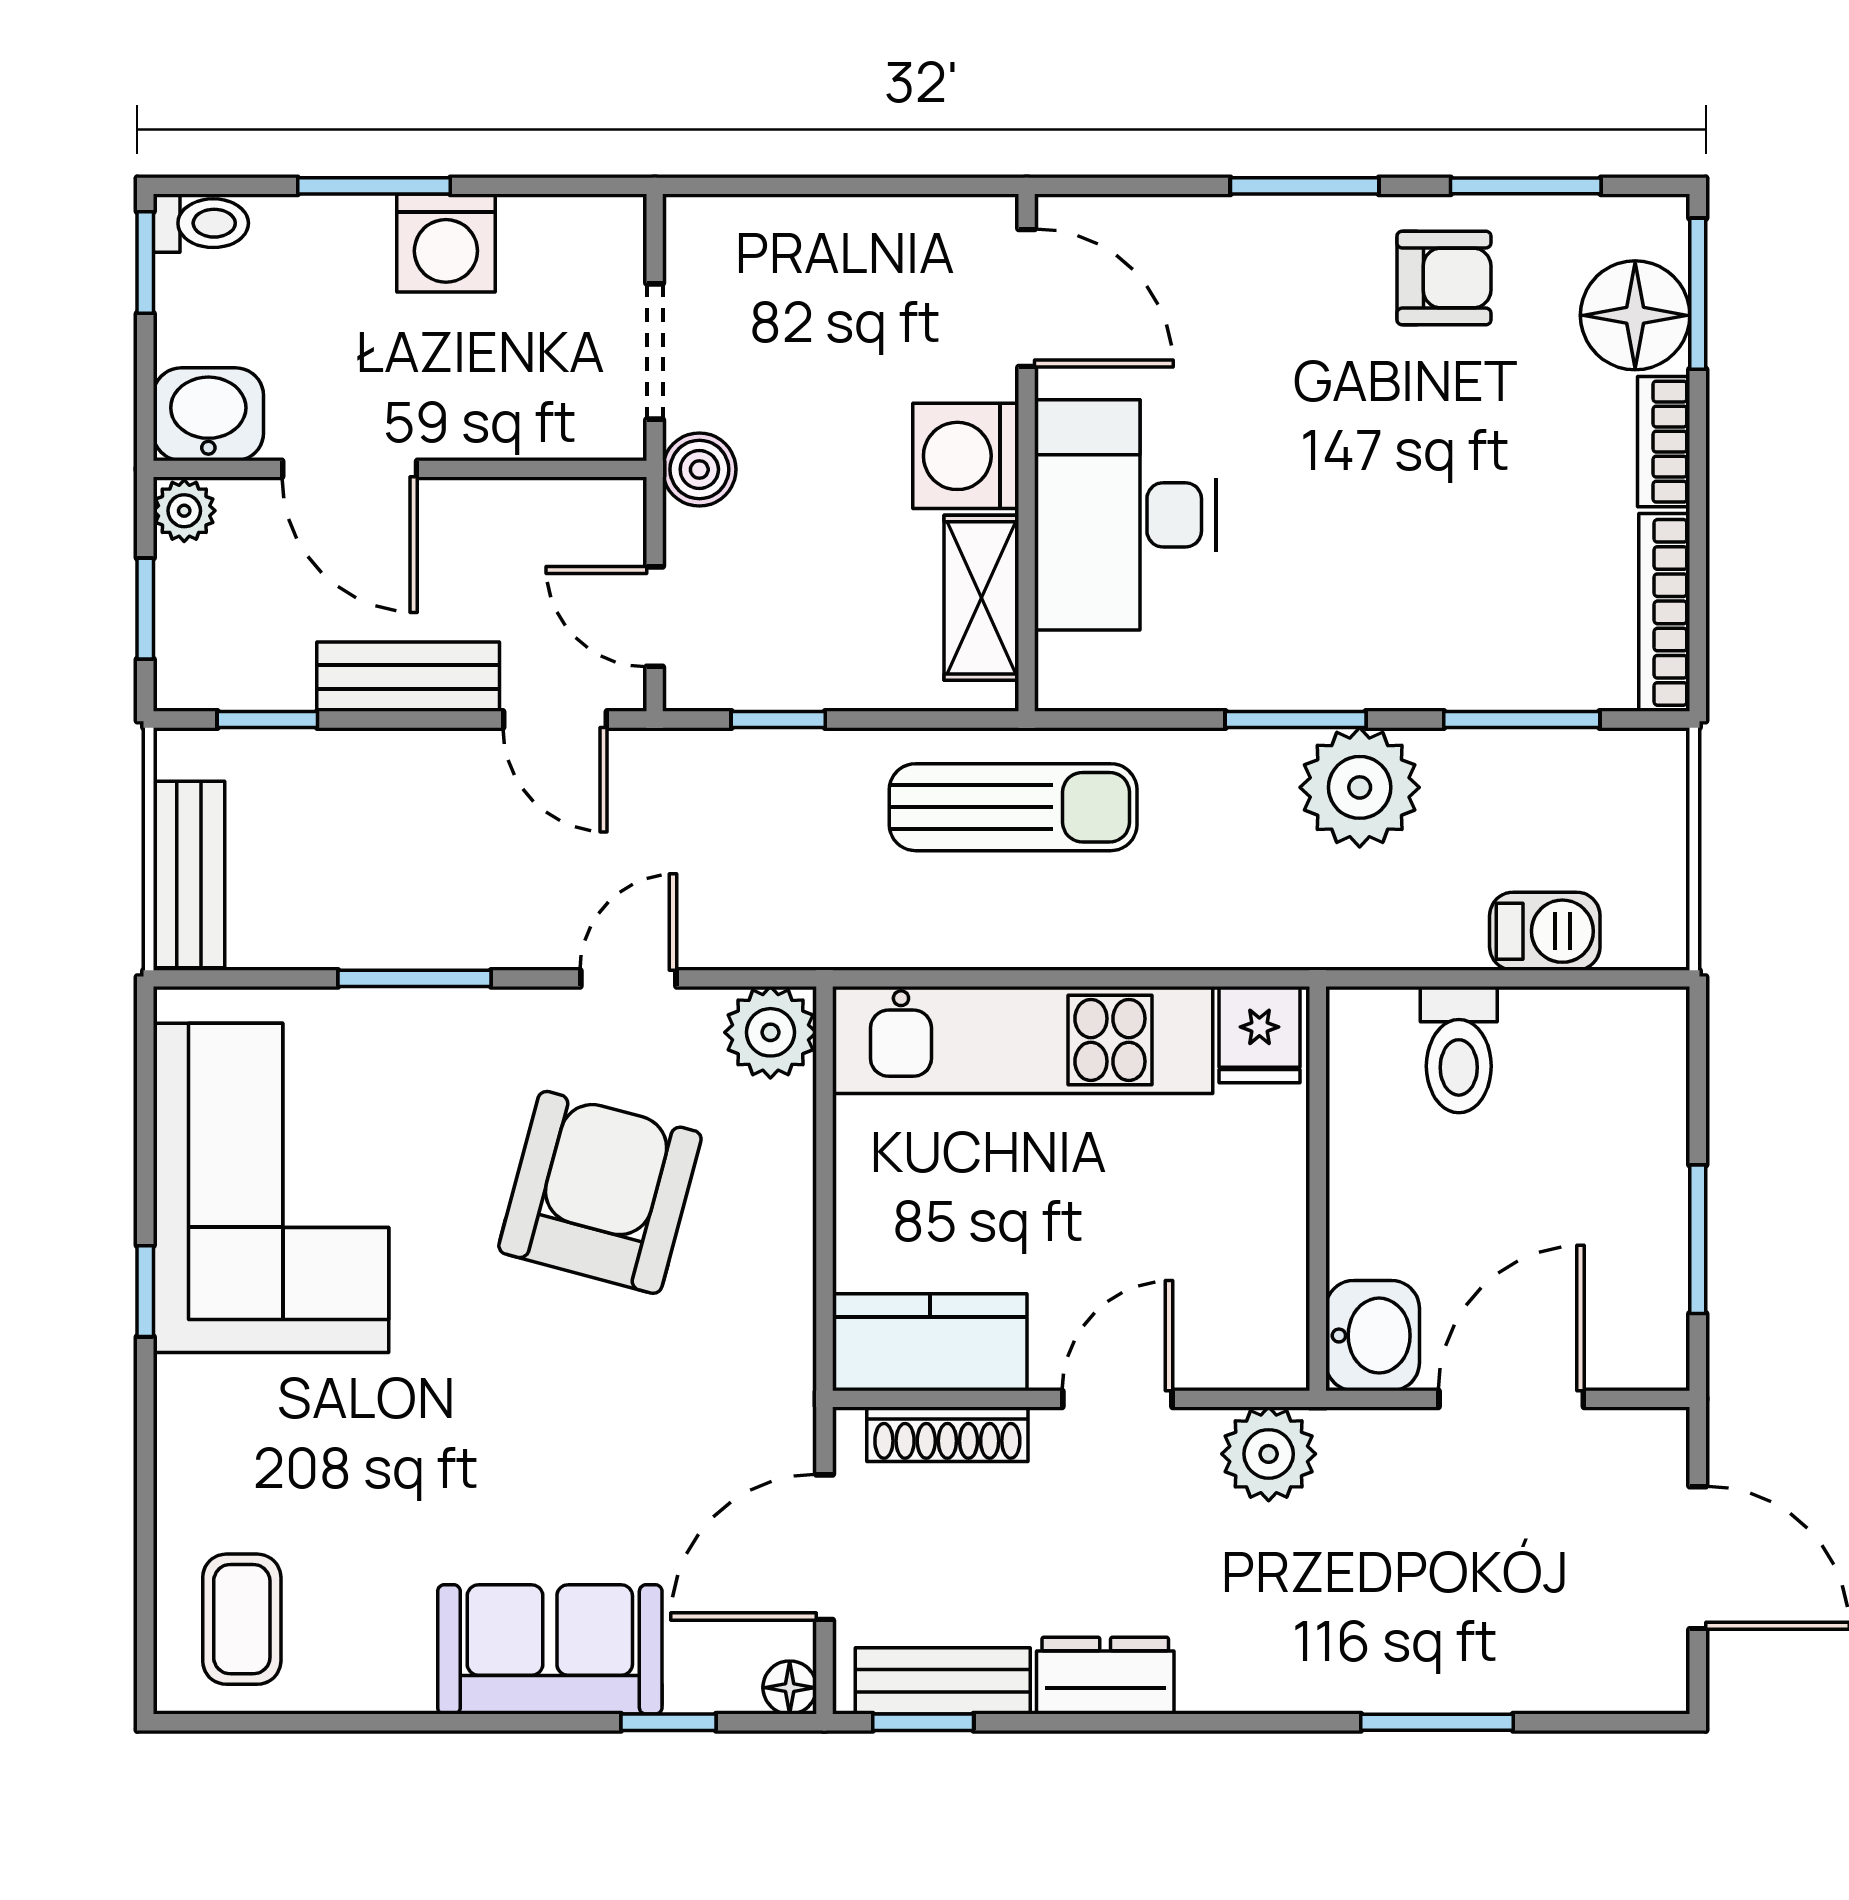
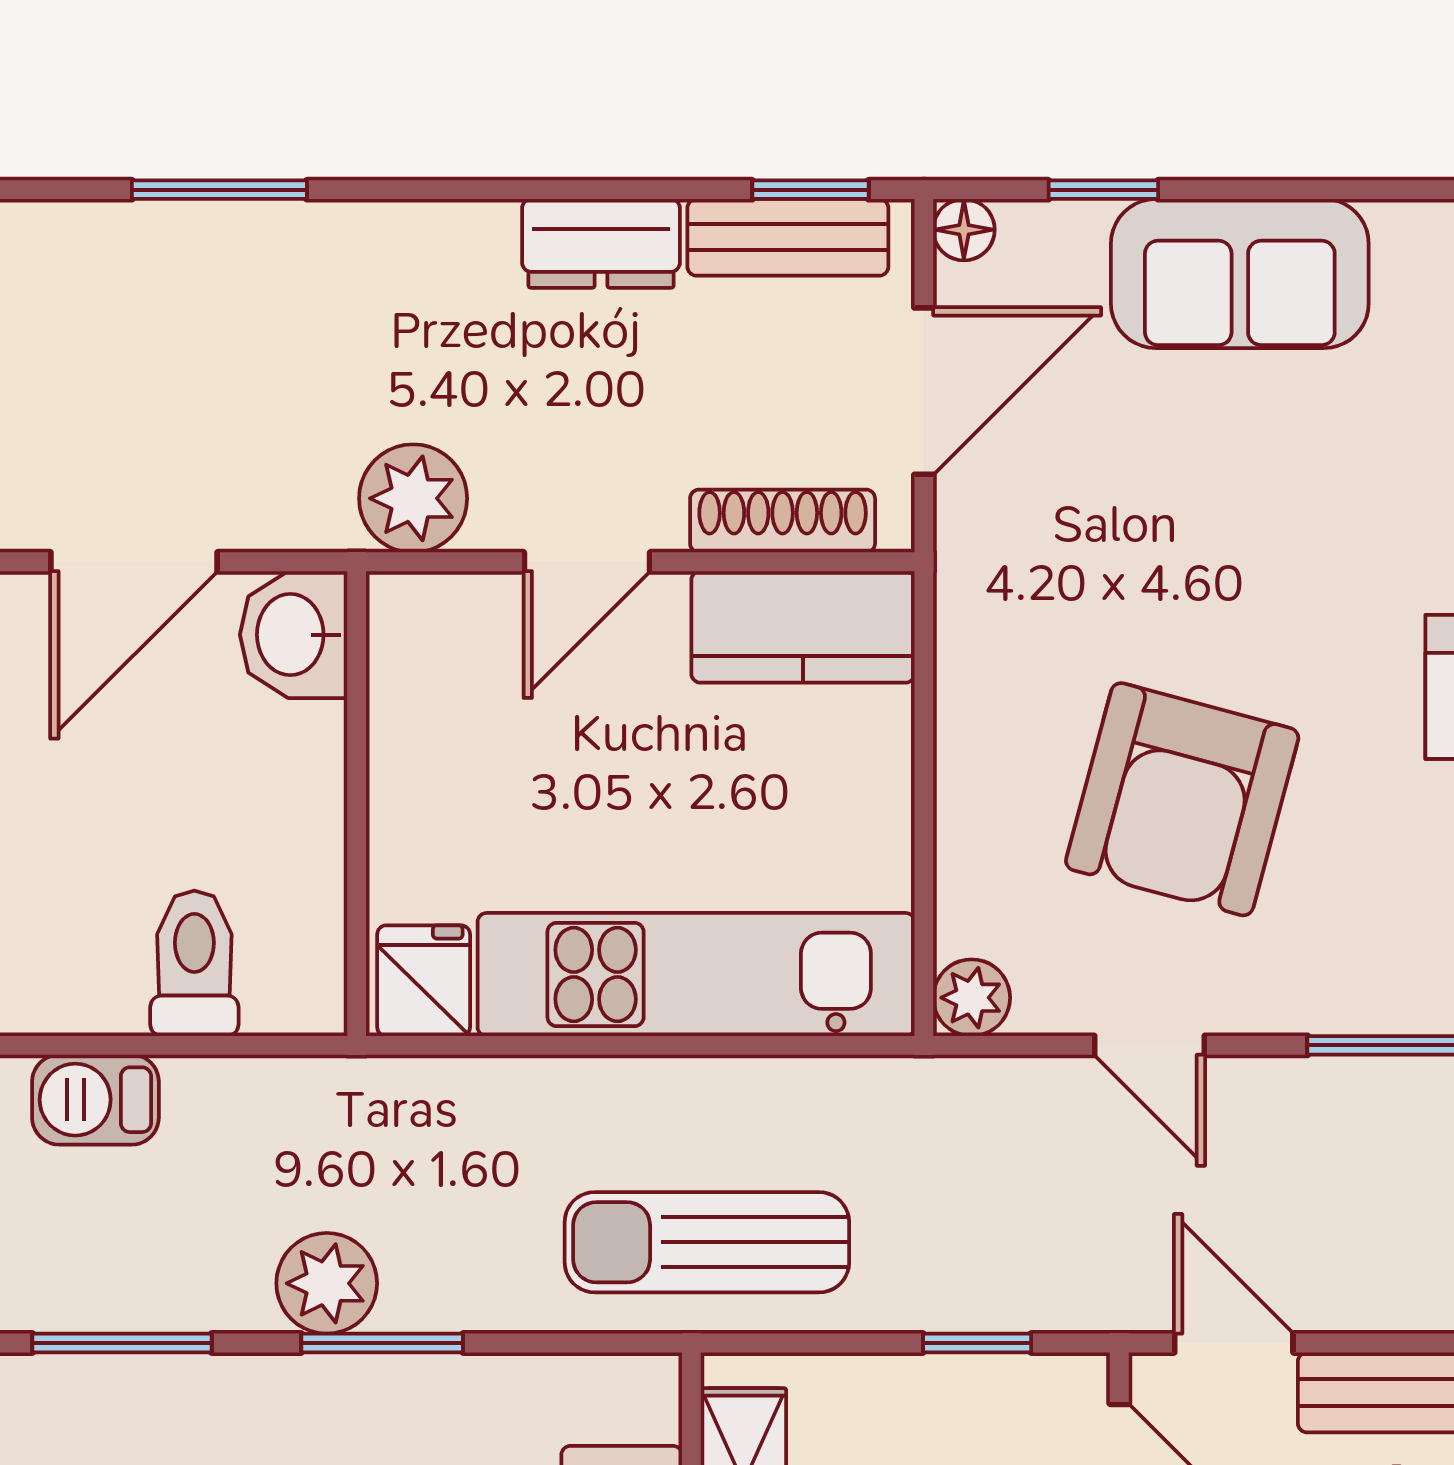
plant: (1360, 787) -> (327, 1283), width x0.73, depth x0.73
door: (628, 978) -> (1150, 1045), hinge flipped
plant: (770, 1032) -> (972, 998), width x0.73, depth x0.73

